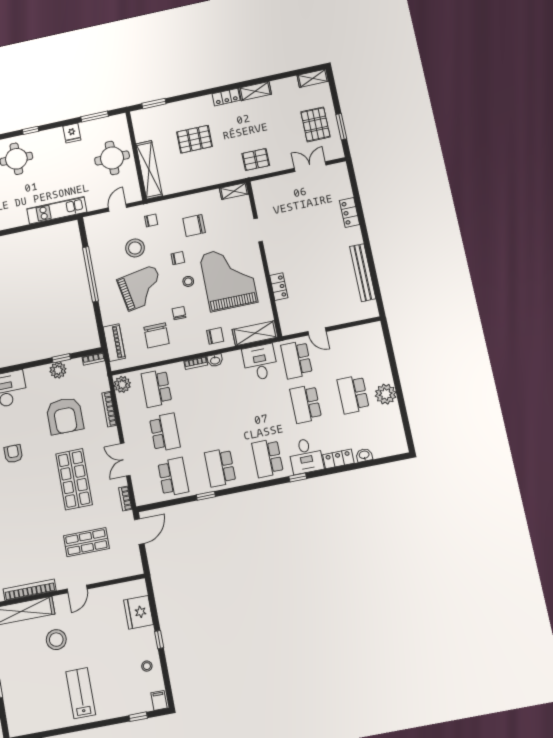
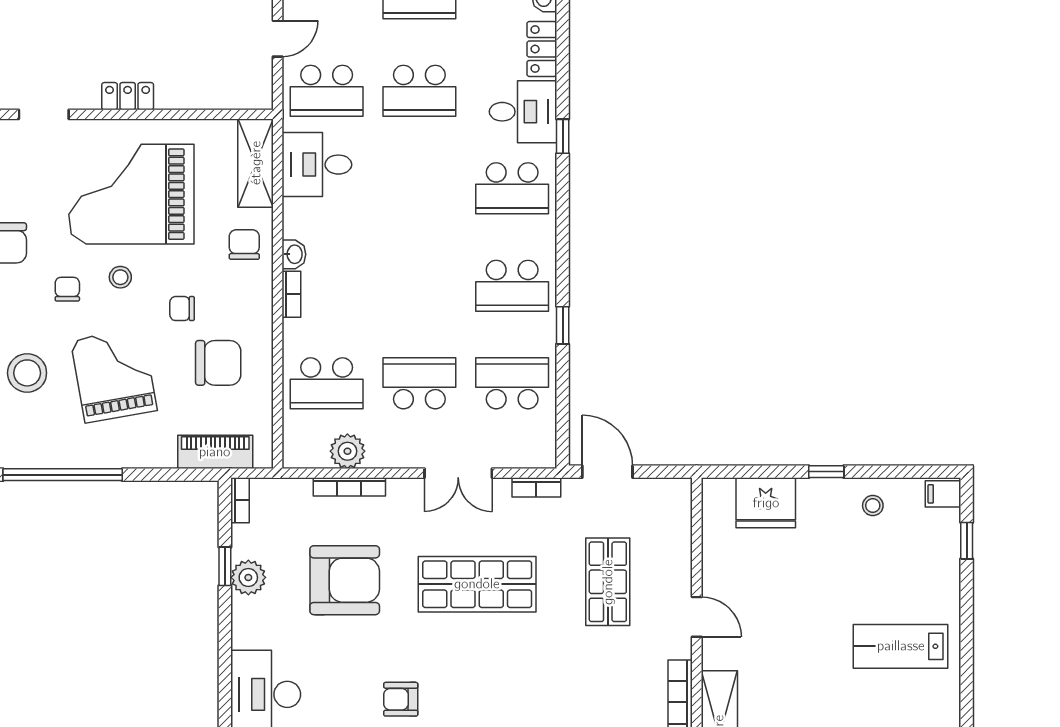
locker: (279, 287) -> (128, 96), moved
plant: (122, 384) -> (347, 451), moved
stool: (56, 640) -> (788, 677), removed

